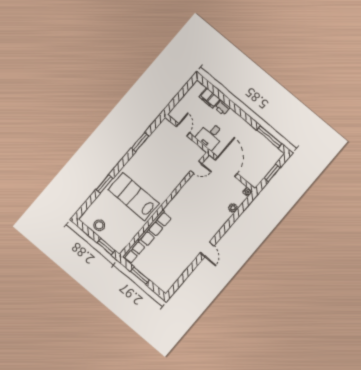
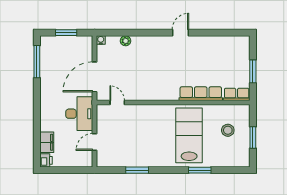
printer: (222, 108) -> (46, 160), moved
desk: (210, 136) -> (79, 114), width x1.37
lab bench: (134, 197) -> (189, 135), turned 180
stool: (99, 225) -> (228, 130), moved
window: (106, 247) -> (253, 138), moved

